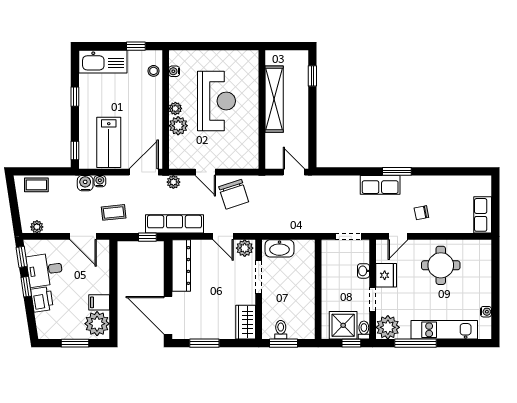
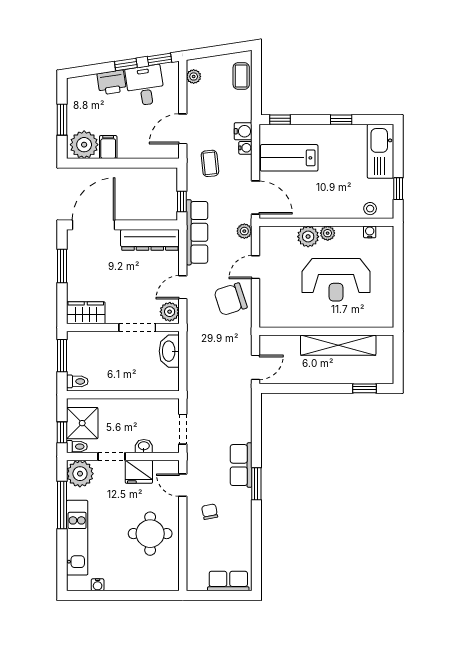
row of seats: (483, 215) -> (228, 581), moved
toilet: (281, 330) -> (77, 381), moved

